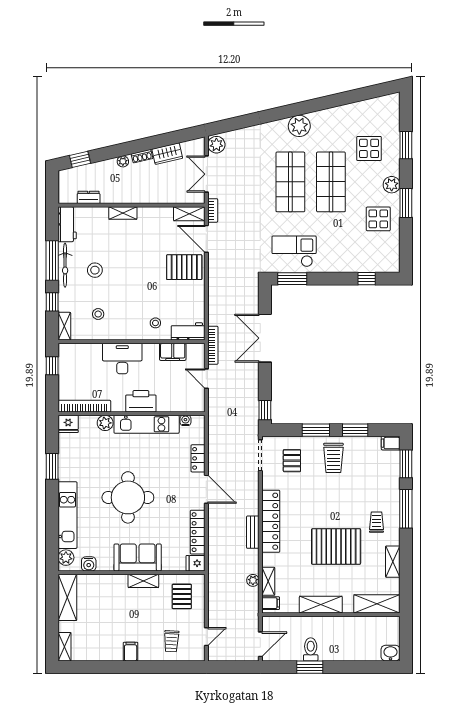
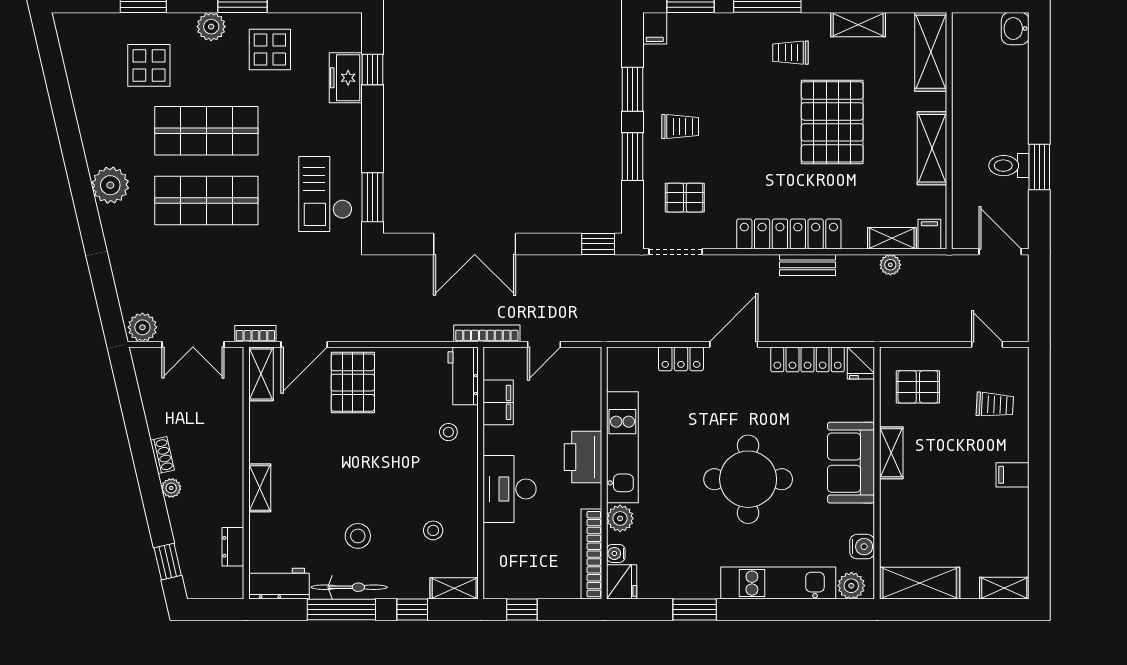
wardrobe: (167, 154) -> (158, 412), removed
freezer: (362, 263) -> (346, 78), added
water cooler: (185, 420) -> (616, 553), moved
trolley: (333, 458) -> (680, 126), width x0.73, depth x0.72

